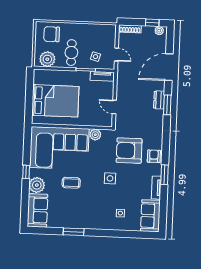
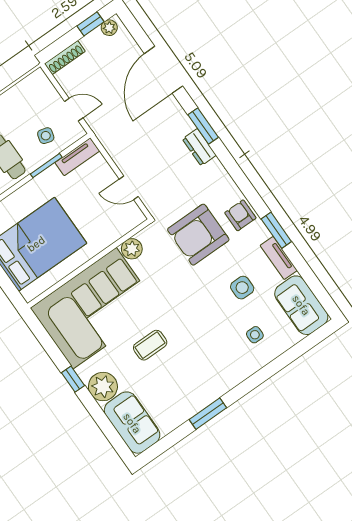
dresser: (159, 100) -> (199, 147), moved
side table: (110, 178) -> (242, 288), moved

